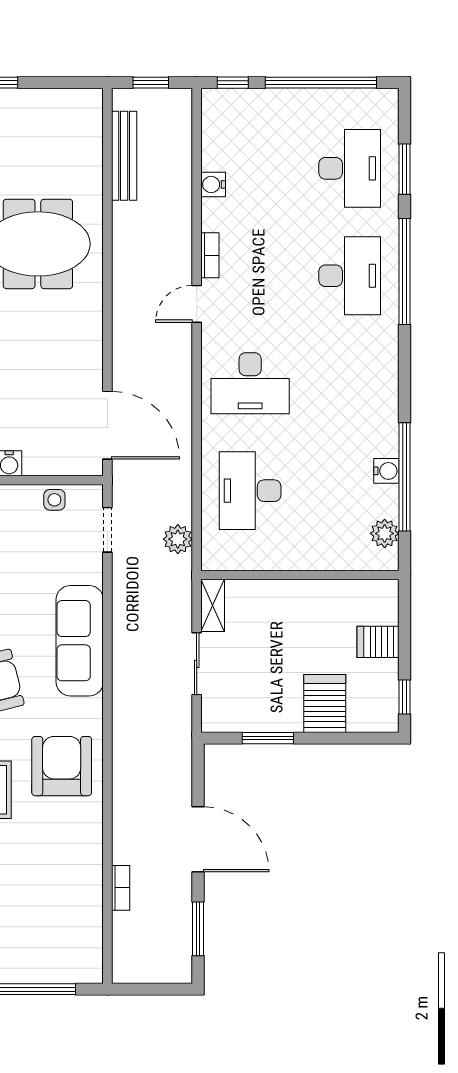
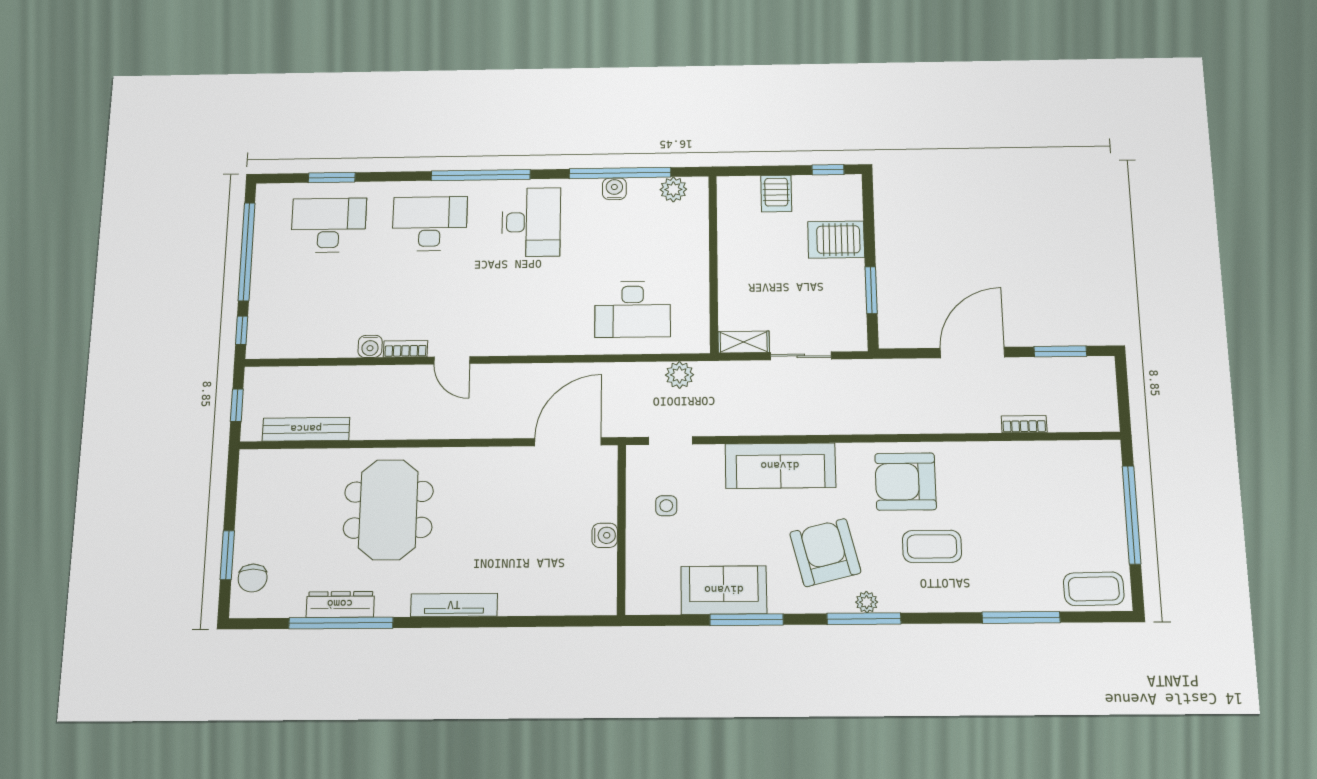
water cooler: (213, 185) -> (370, 346), moved
window: (404, 272) -> (481, 175), moved
desk: (250, 383) -> (531, 222), moved
side table: (54, 500) -> (666, 506), moved

